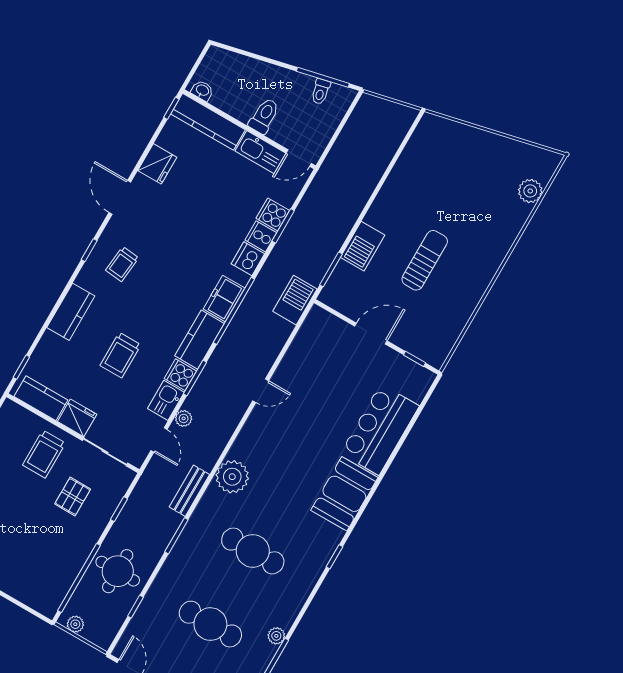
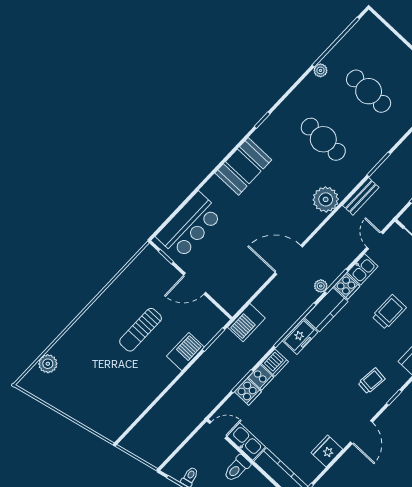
door: (261, 391) -> (289, 260), width x1.87
plant: (184, 418) -> (321, 286), moved
bar counter: (380, 430) -> (189, 225), moved

